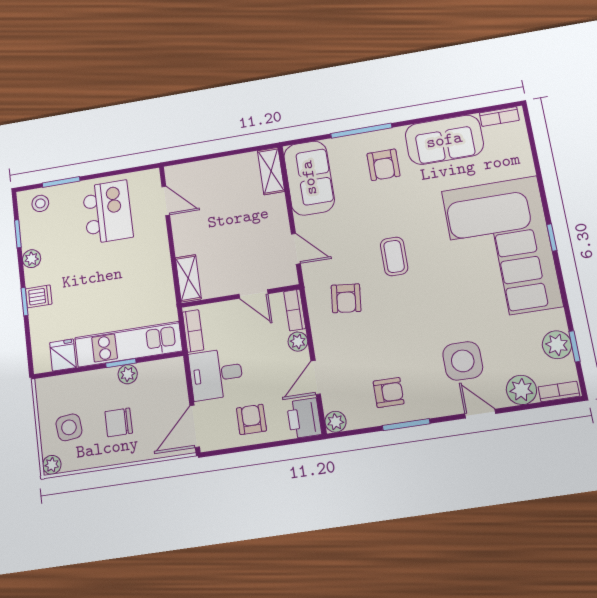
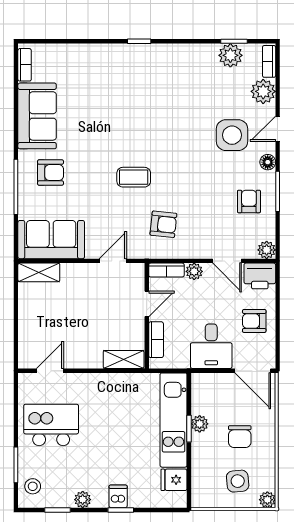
corner sofa: (502, 248) -> (141, 85), removed
bookcase: (193, 331) -> (156, 340), moved, turned 90
floor lamp: (439, 408) -> (268, 162), added

